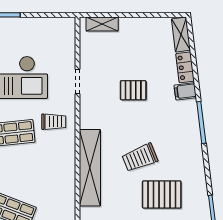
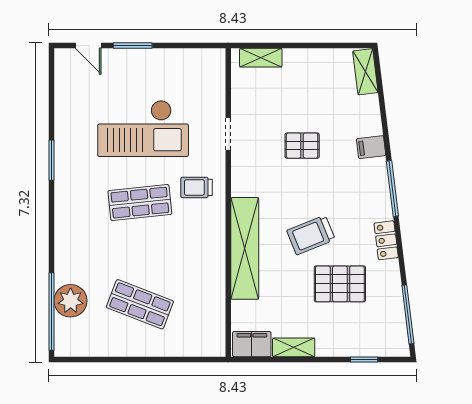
locker: (185, 67) -> (386, 240), moved
trolley: (54, 122) -> (197, 187), turned 180

